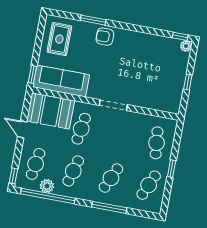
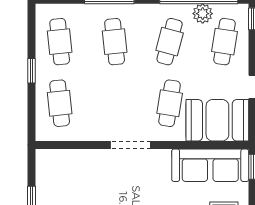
cafe table: (111, 178) -> (115, 42), turned -30
cafe table: (149, 185) -> (60, 42), turned -30

